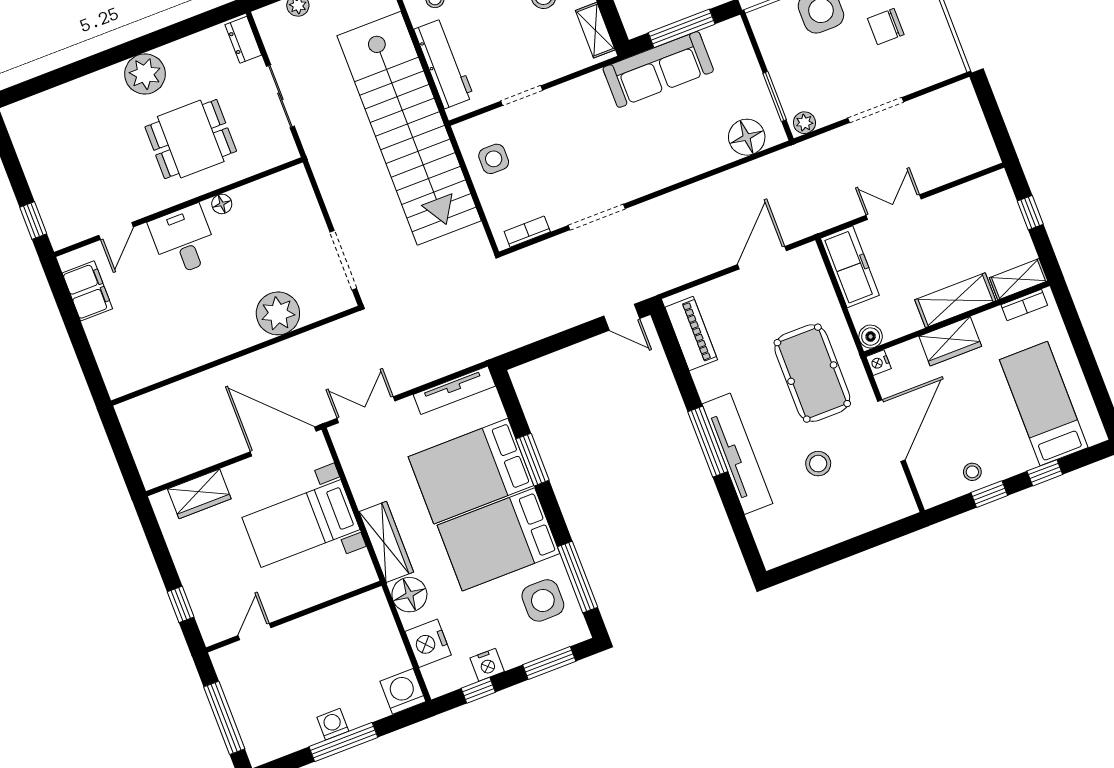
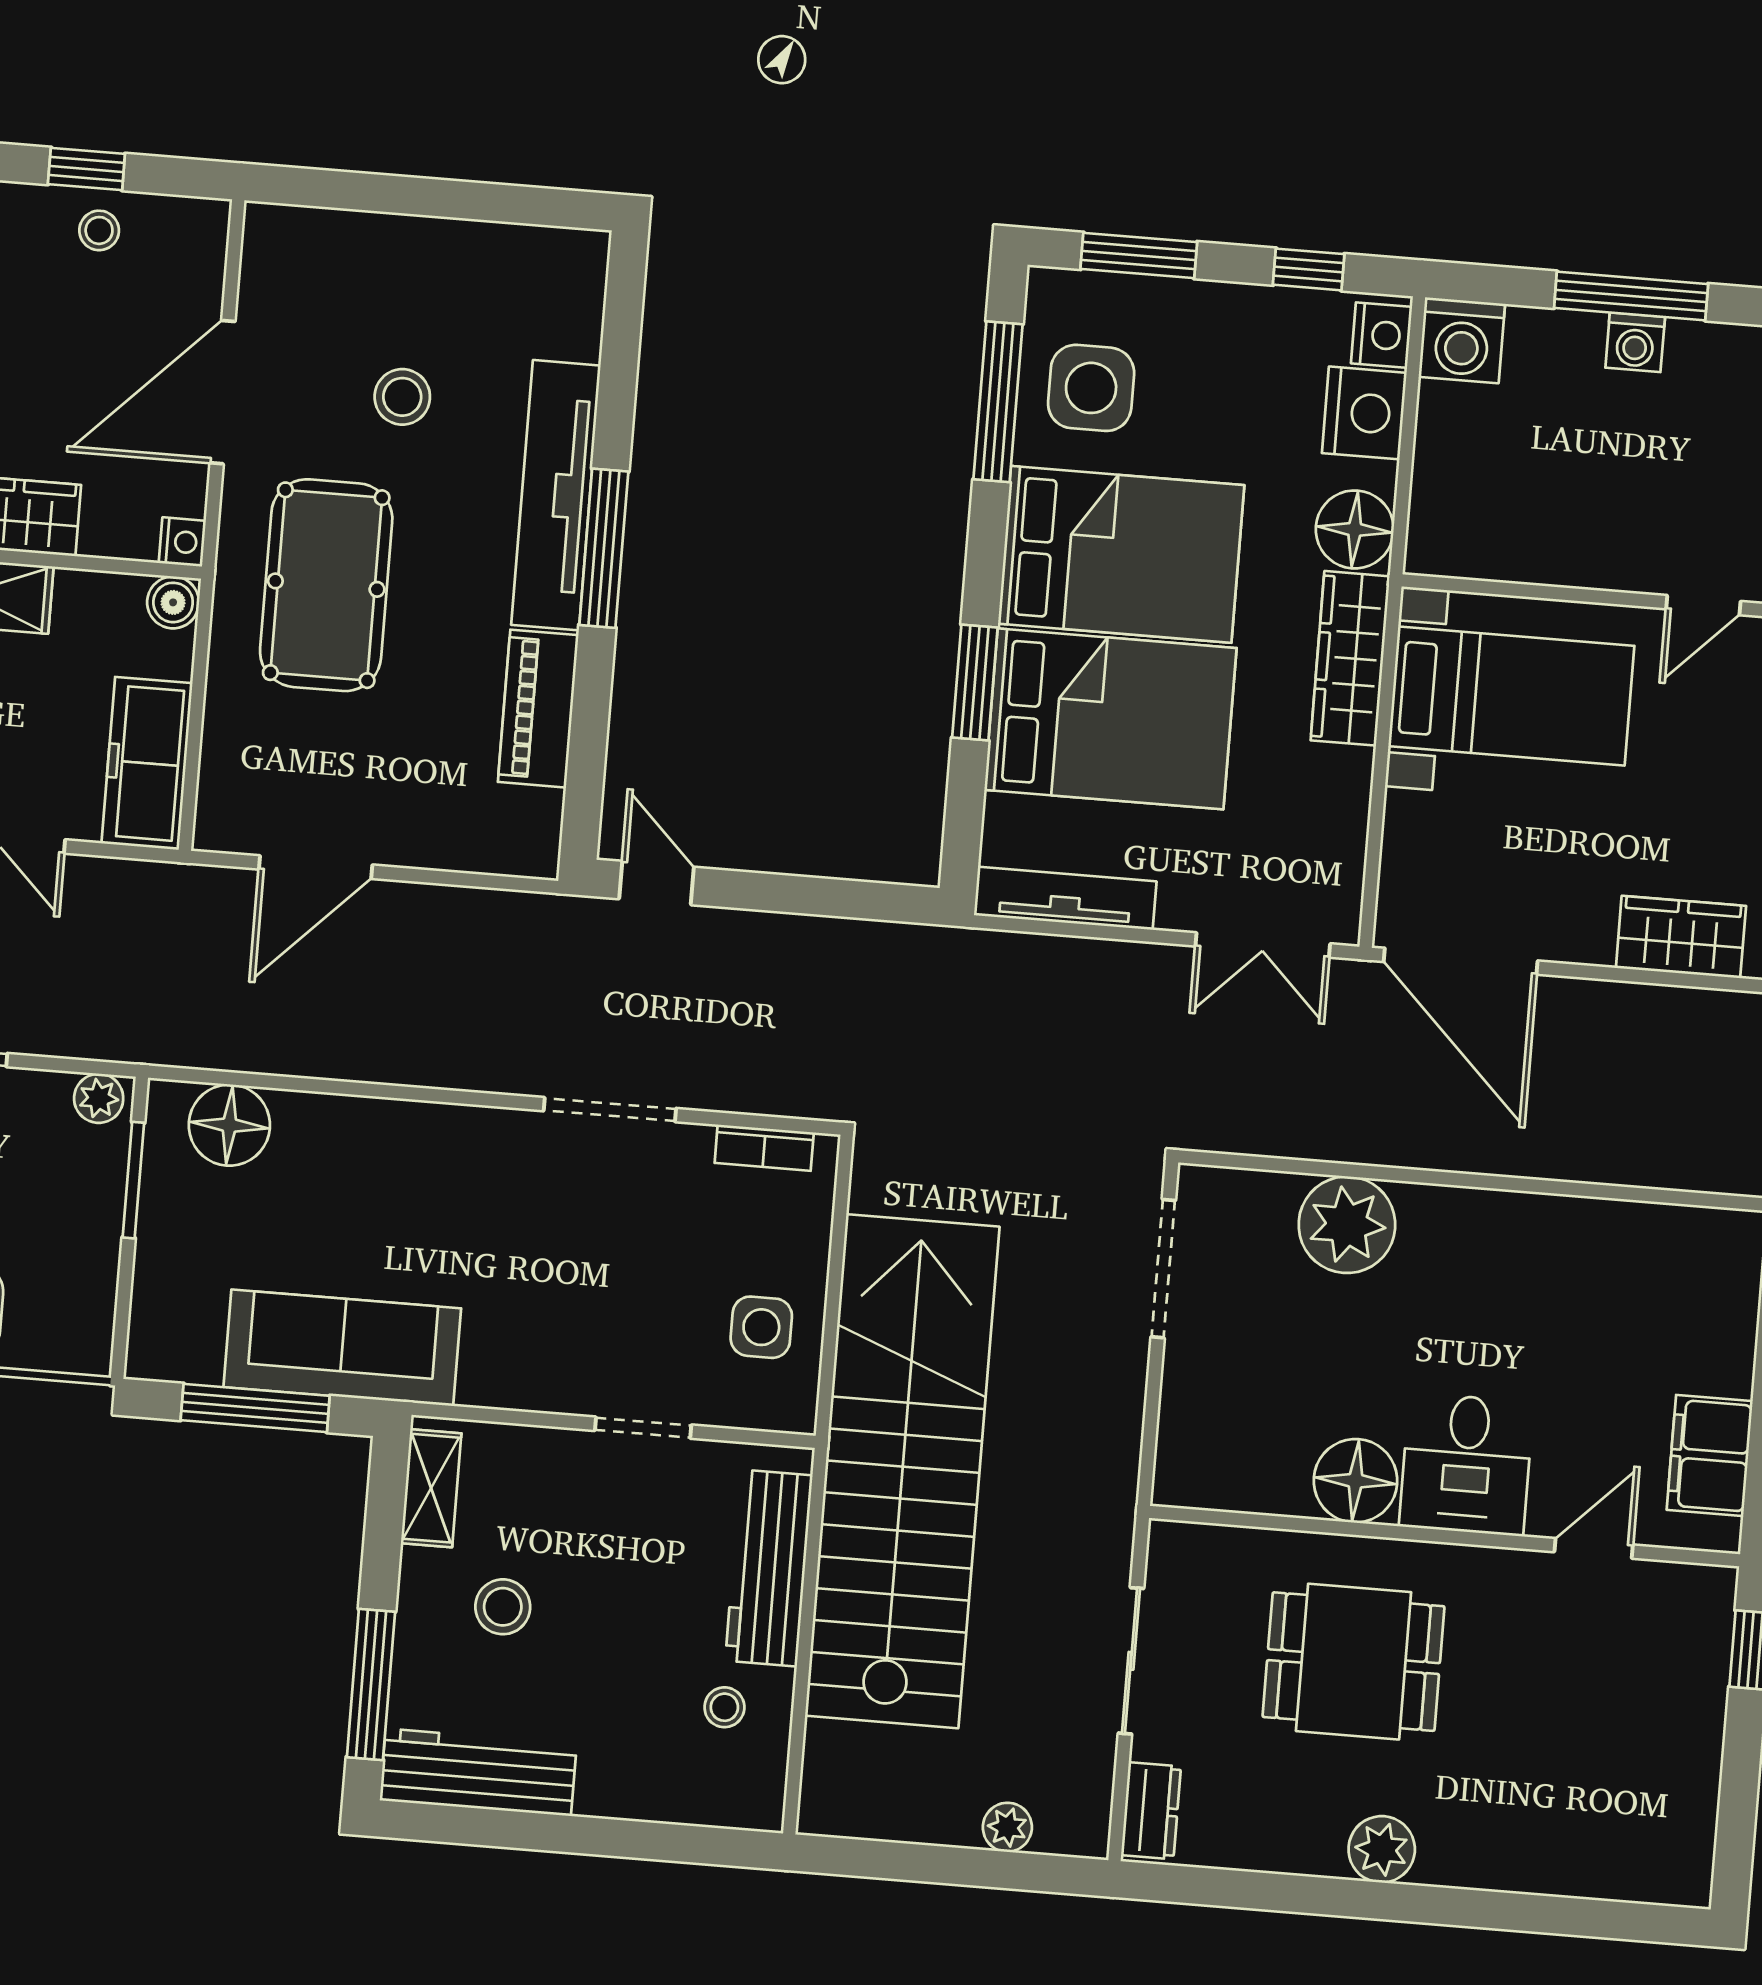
plant: (145, 74) -> (1382, 1849), width x0.73, depth x0.73
floor lamp: (222, 204) -> (1355, 1481), width x1.89, depth x1.89
piano: (691, 333) -> (538, 709), moved
bed with nightstands: (301, 523) -> (1511, 696), moved
nightstand: (487, 665) -> (1382, 335), moved, turned 90

